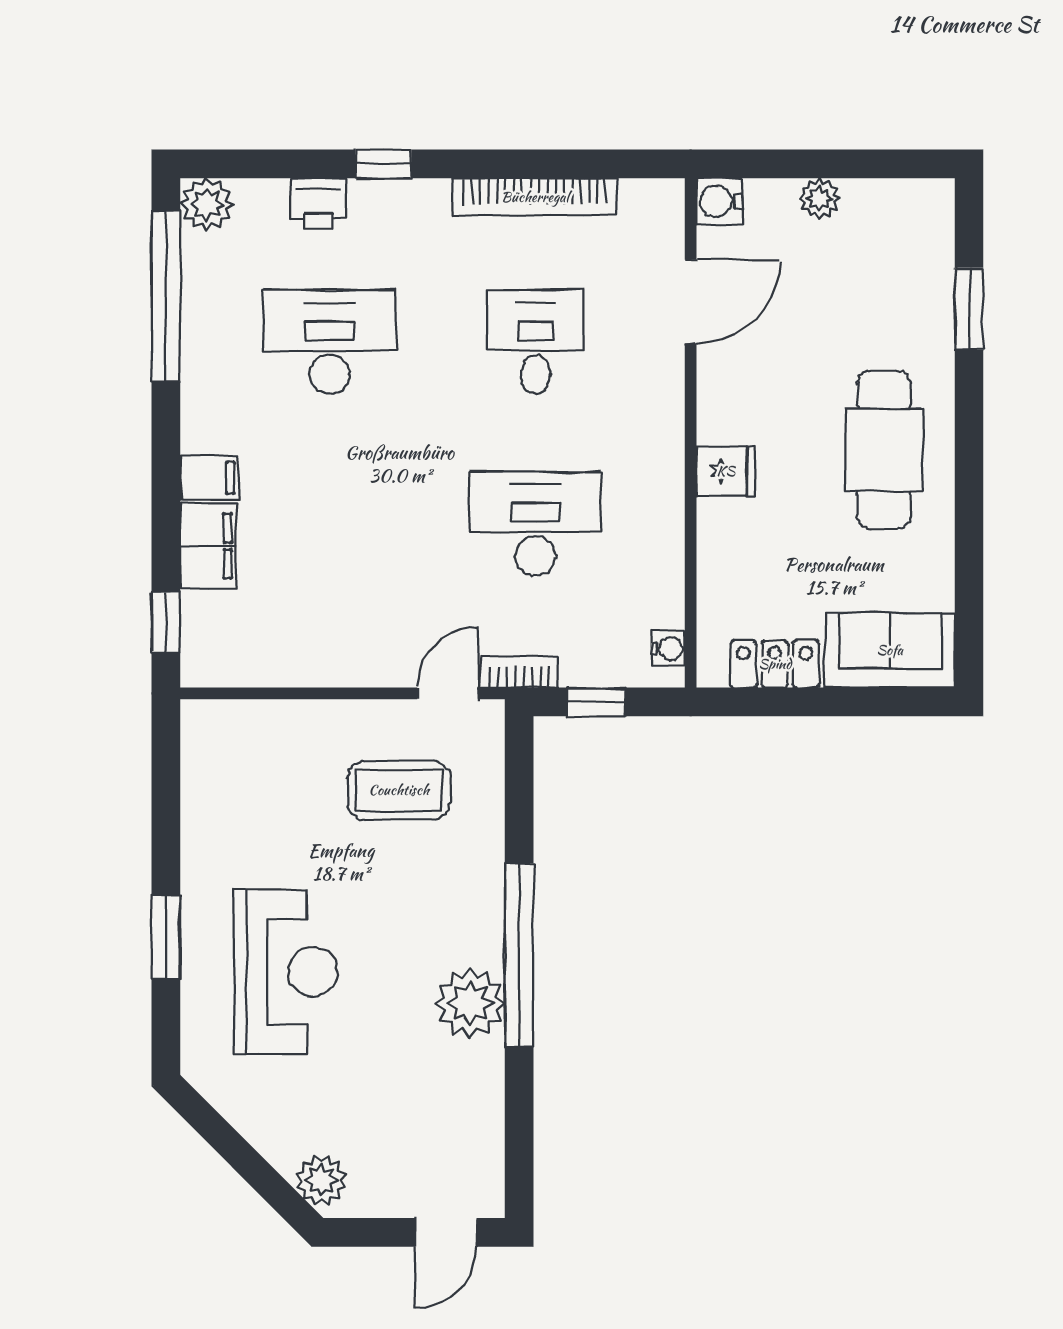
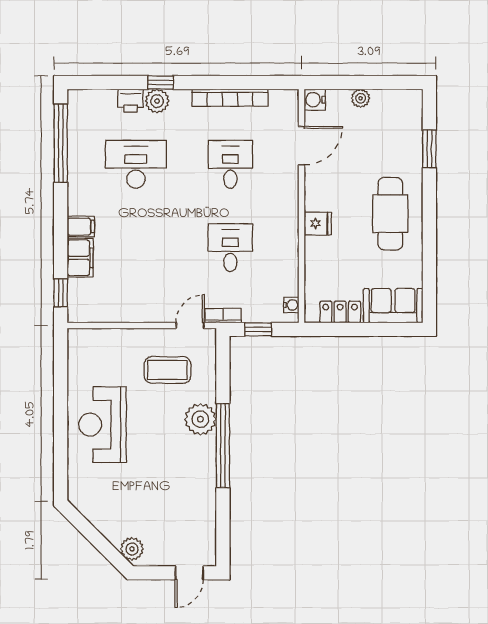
plant: (207, 204) -> (157, 101), moved
desk: (535, 524) -> (230, 248), width x0.73
window: (166, 937) -> (61, 437), removed
reception desk: (286, 972) -> (102, 425), moved, turned 180
plant: (470, 1003) -> (200, 419), moved

